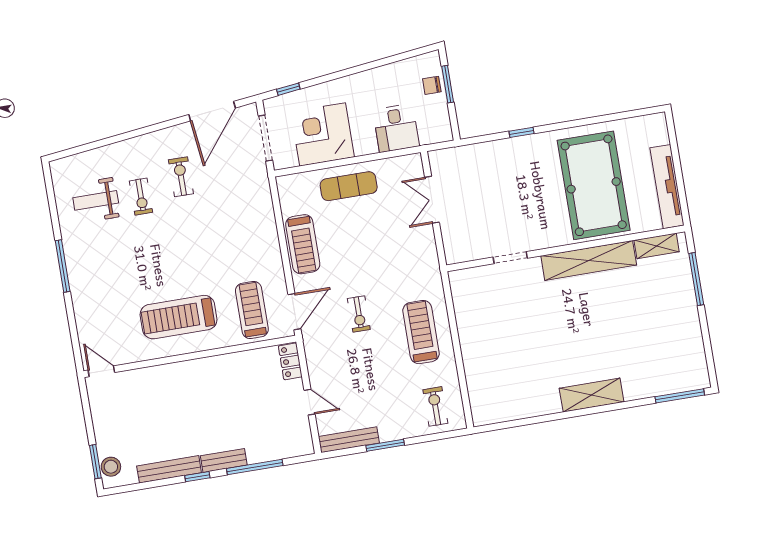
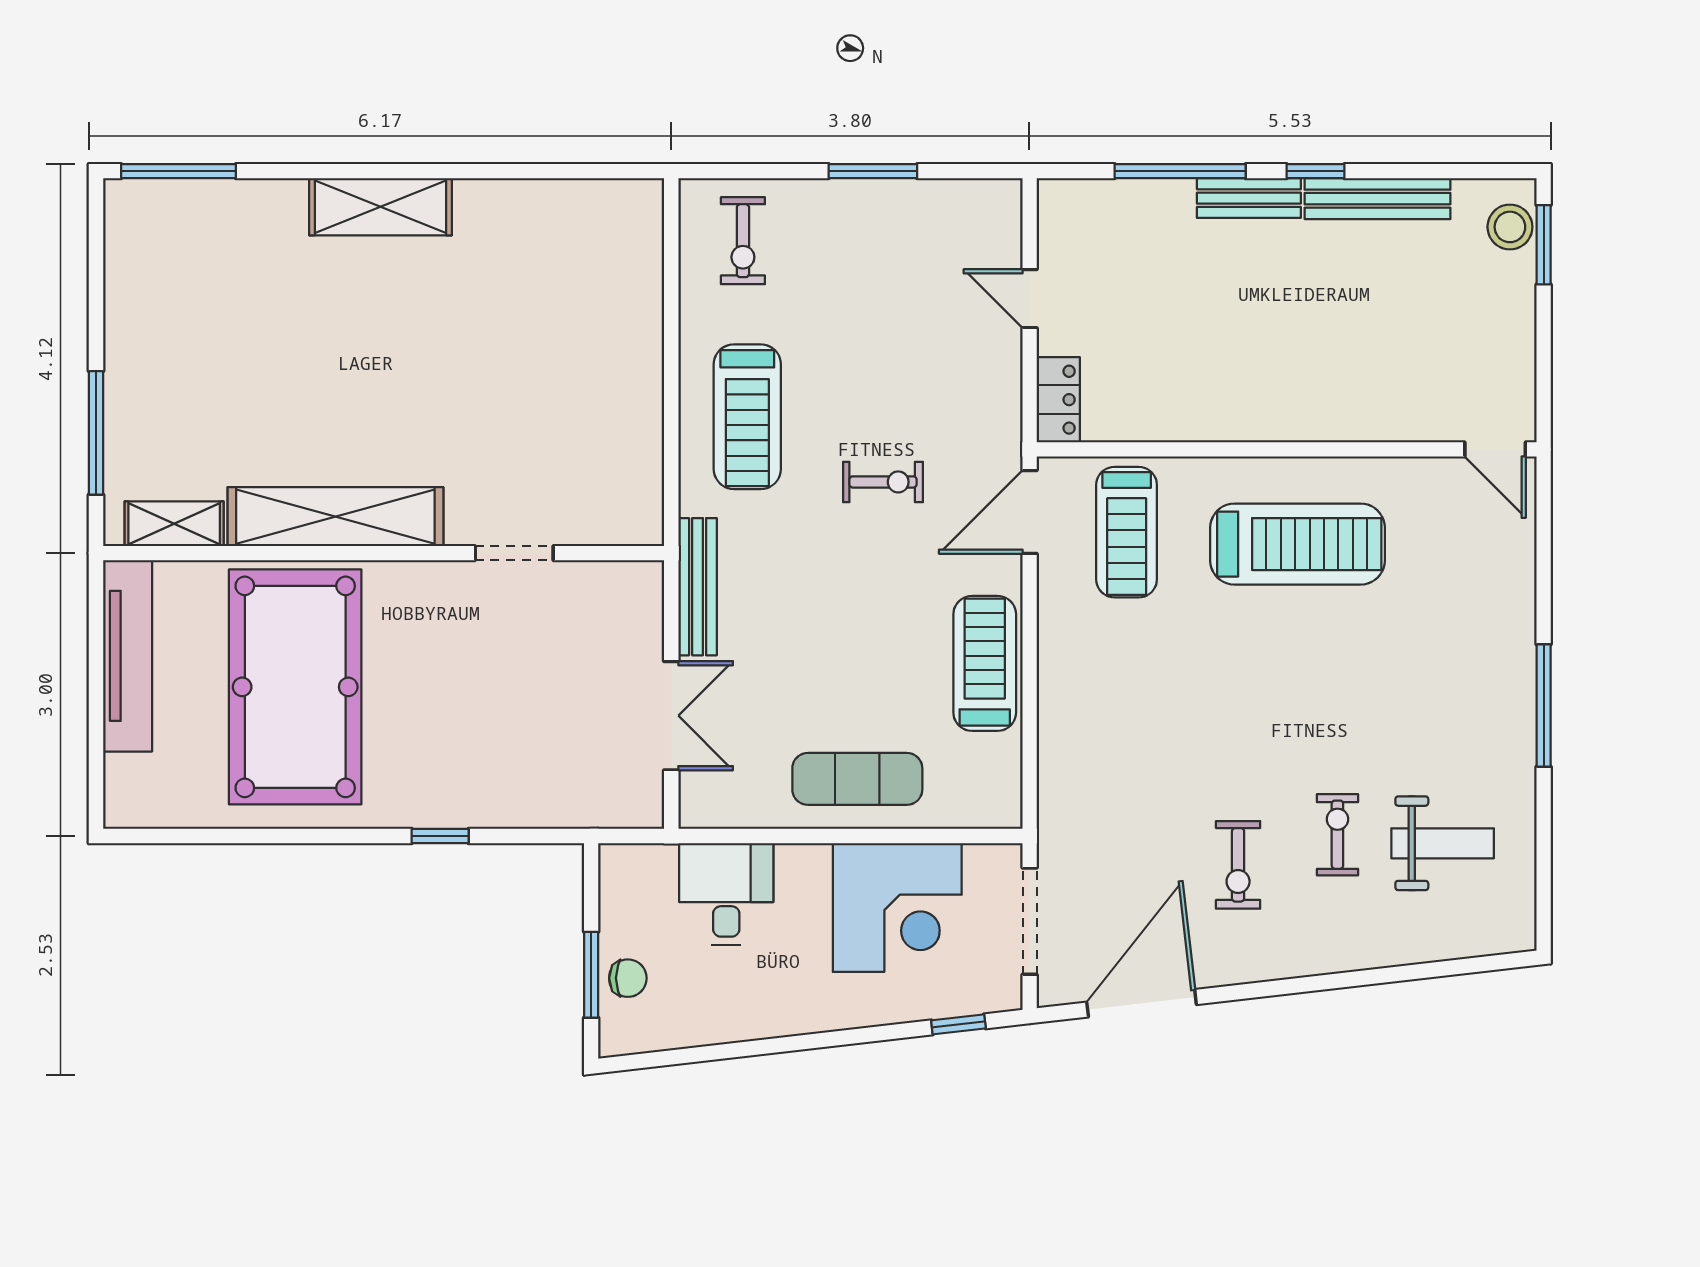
exercise bike: (359, 314) -> (883, 482), turned 90
bench: (349, 440) -> (698, 587), moved, turned 90

